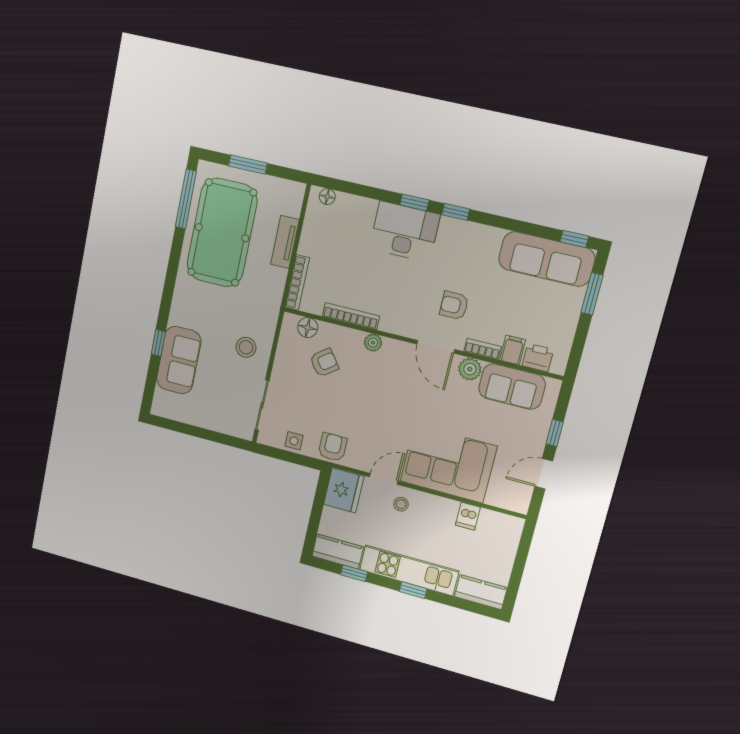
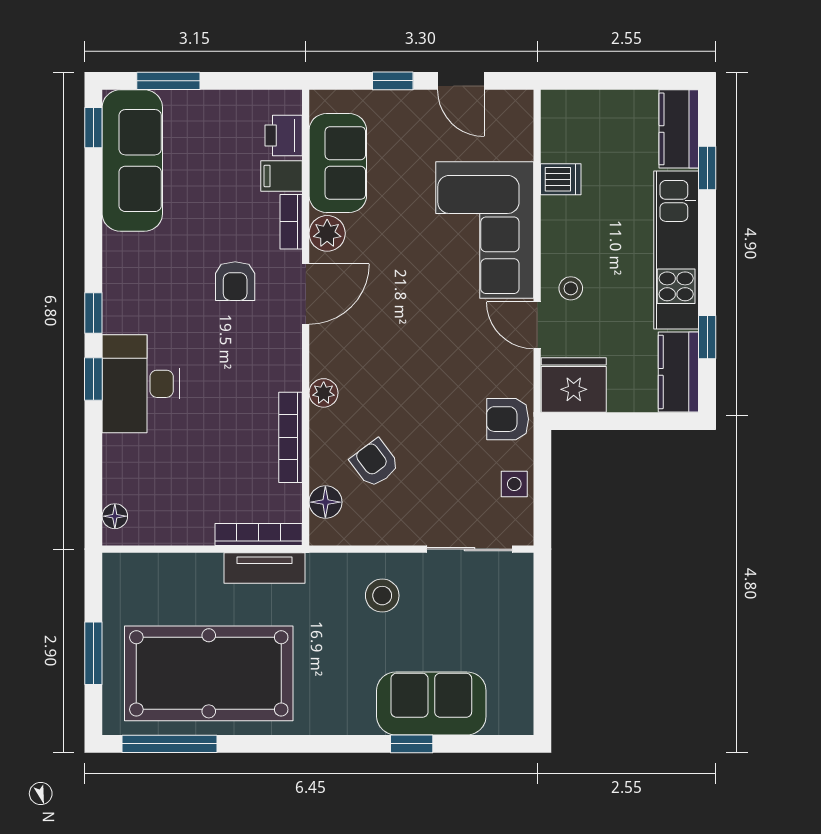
tv unit: (285, 242) -> (264, 568), moved
window: (413, 590) -> (707, 168), moved

